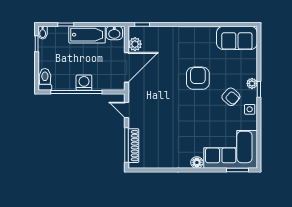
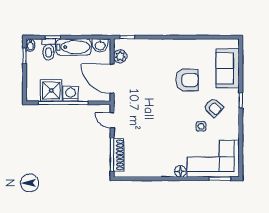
sofa: (237, 38) -> (228, 68), moved, turned 90
door: (127, 67) -> (112, 79), swing flipped
armchair: (198, 78) -> (187, 80), moved, turned 90
toilet: (45, 79) -> (48, 49), moved, turned 180
shower: (64, 79) -> (51, 90), added
plant: (252, 83) -> (234, 94), removed
side table: (250, 109) -> (201, 126), moved

